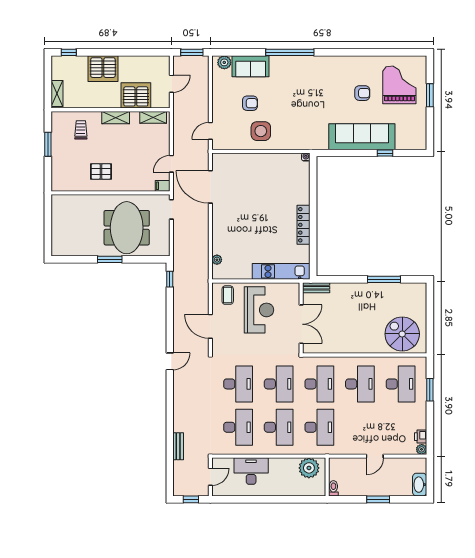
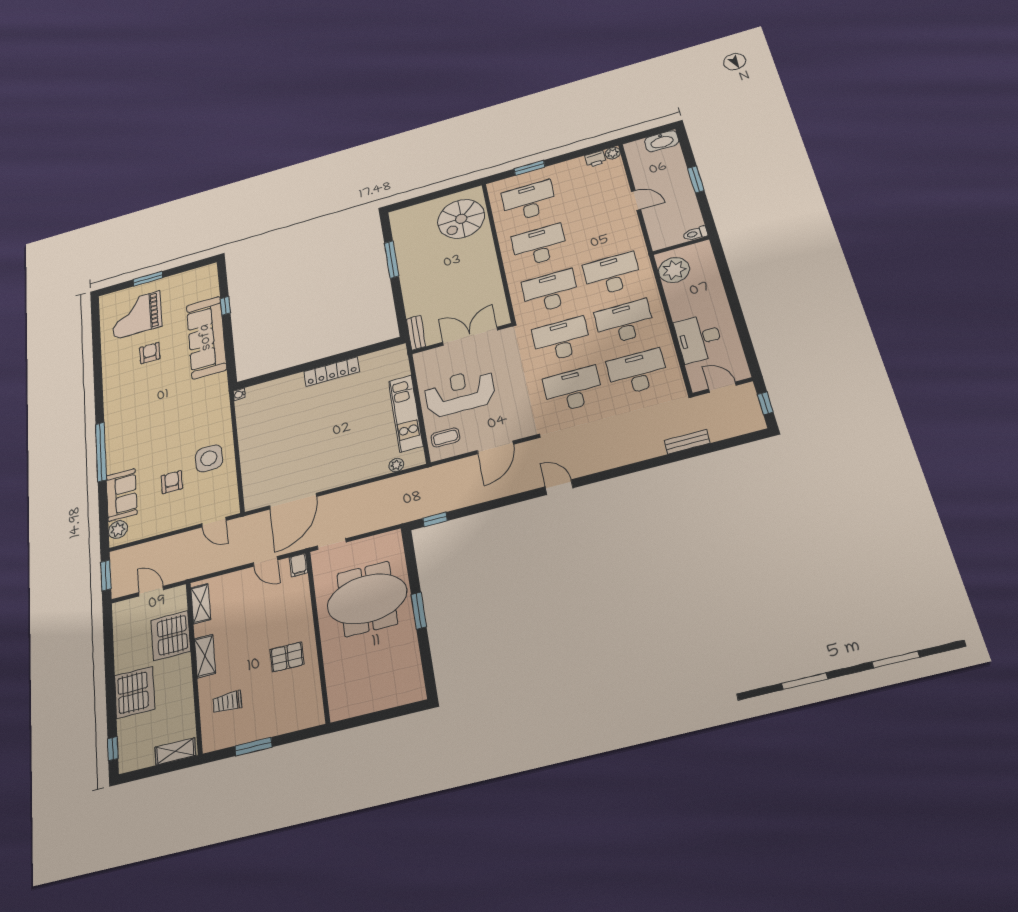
pallet: (101, 171) -> (287, 657), turned 90
kitchen unit: (281, 271) -> (406, 413), moved

